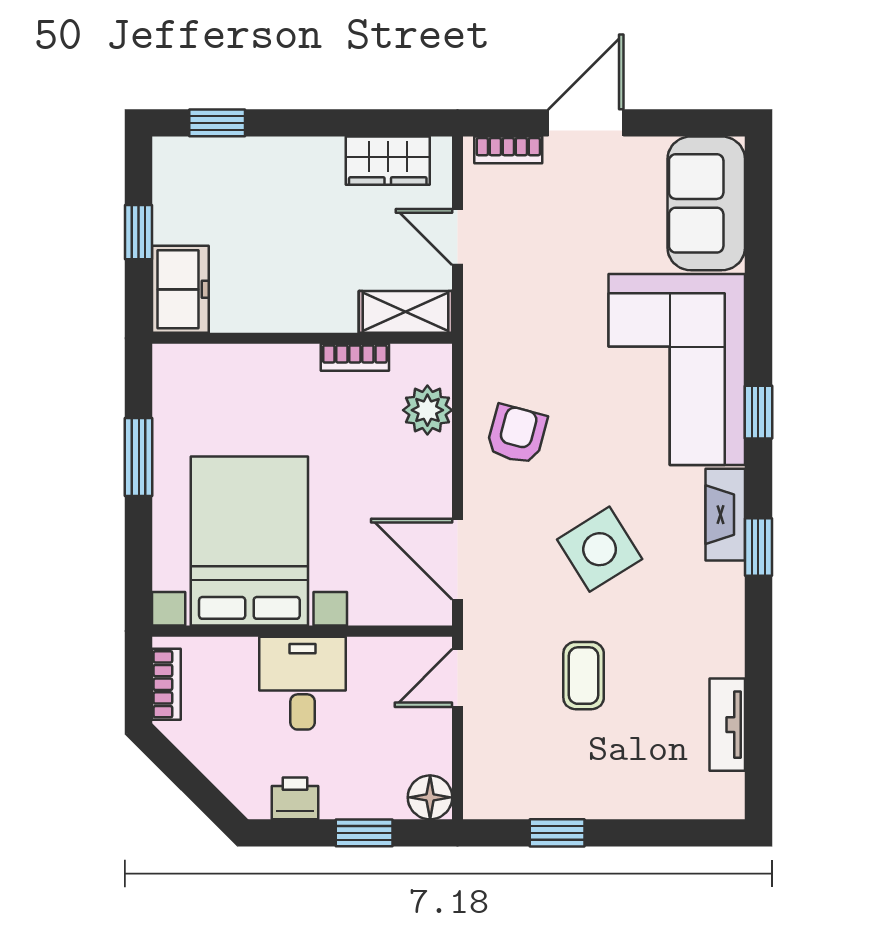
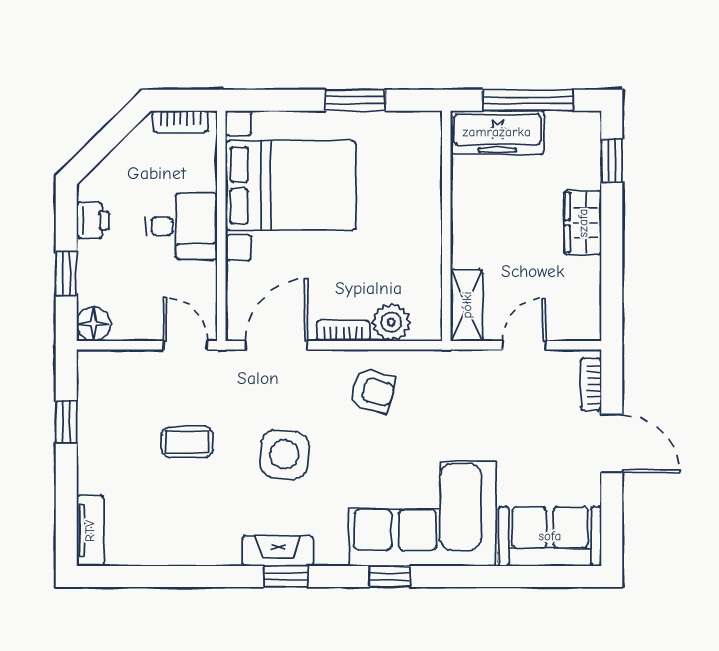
wardrobe: (388, 161) -> (583, 223), moved
window: (139, 232) -> (528, 100), width x2.17
freezer: (180, 289) -> (497, 132), width x1.40
bookcase: (355, 357) -> (343, 331), moved, turned 90
fireplace: (725, 515) -> (278, 551), moved
side table: (600, 549) -> (284, 454), turned 36
tv unit: (727, 725) -> (90, 531), moved, turned 90

